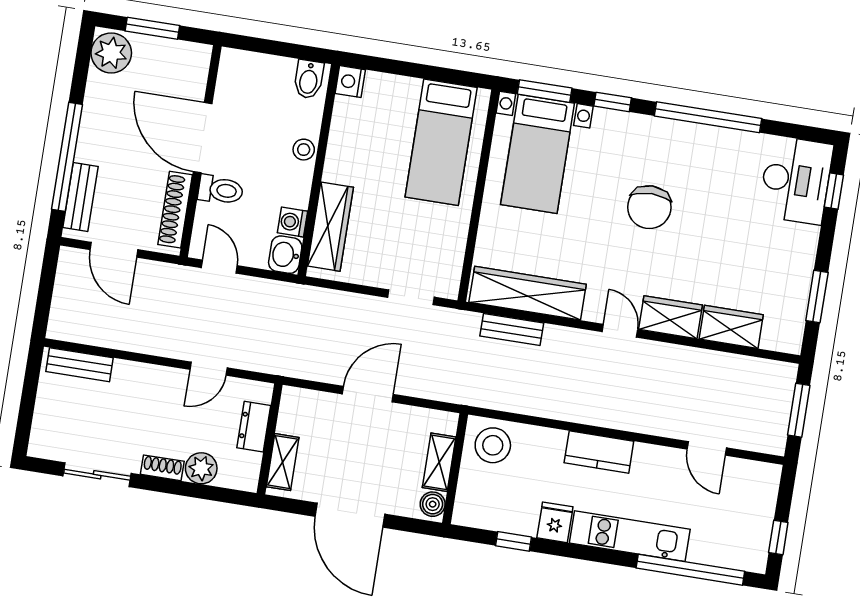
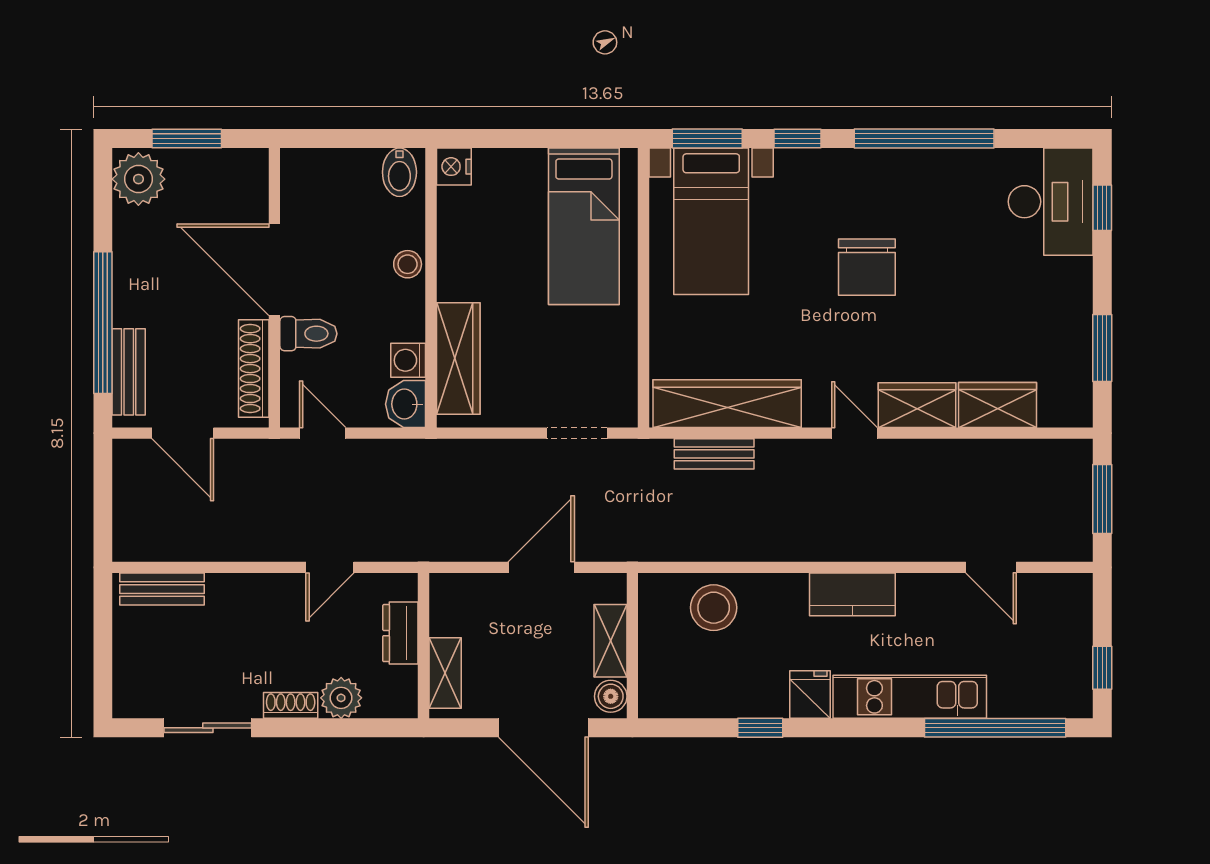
shelving: (439, 462) -> (610, 641), moved
wall: (455, 469) -> (632, 646), moved
boiler: (433, 504) -> (611, 696), moved

